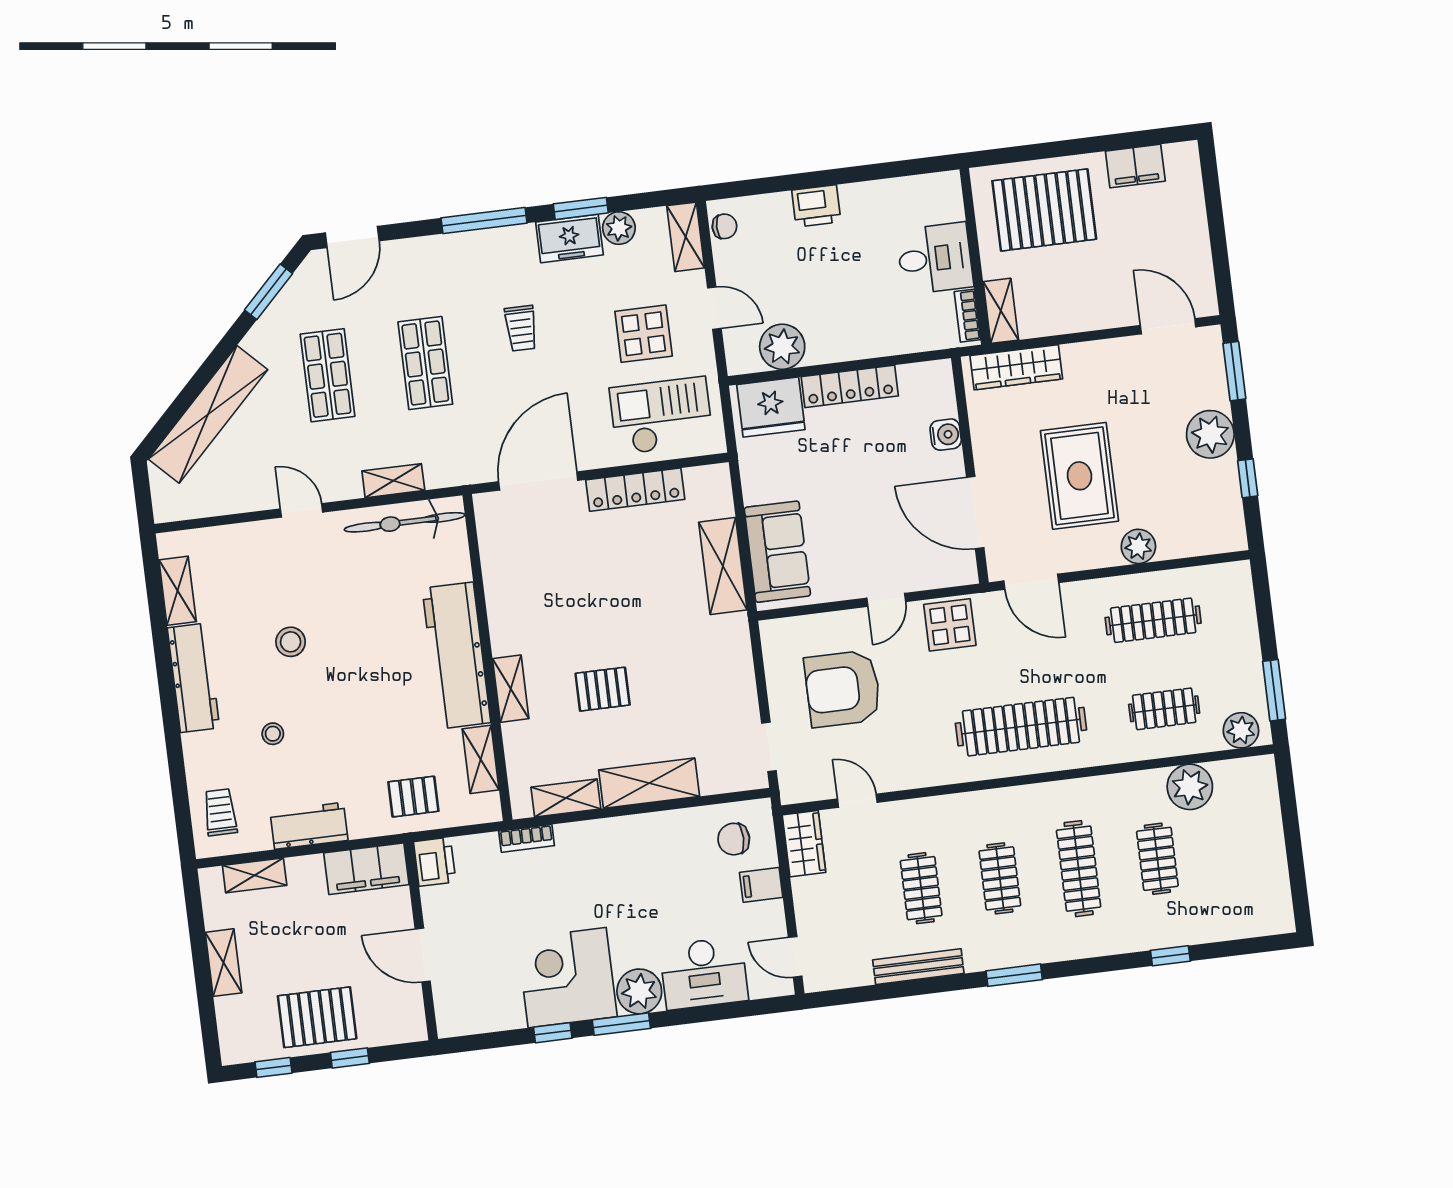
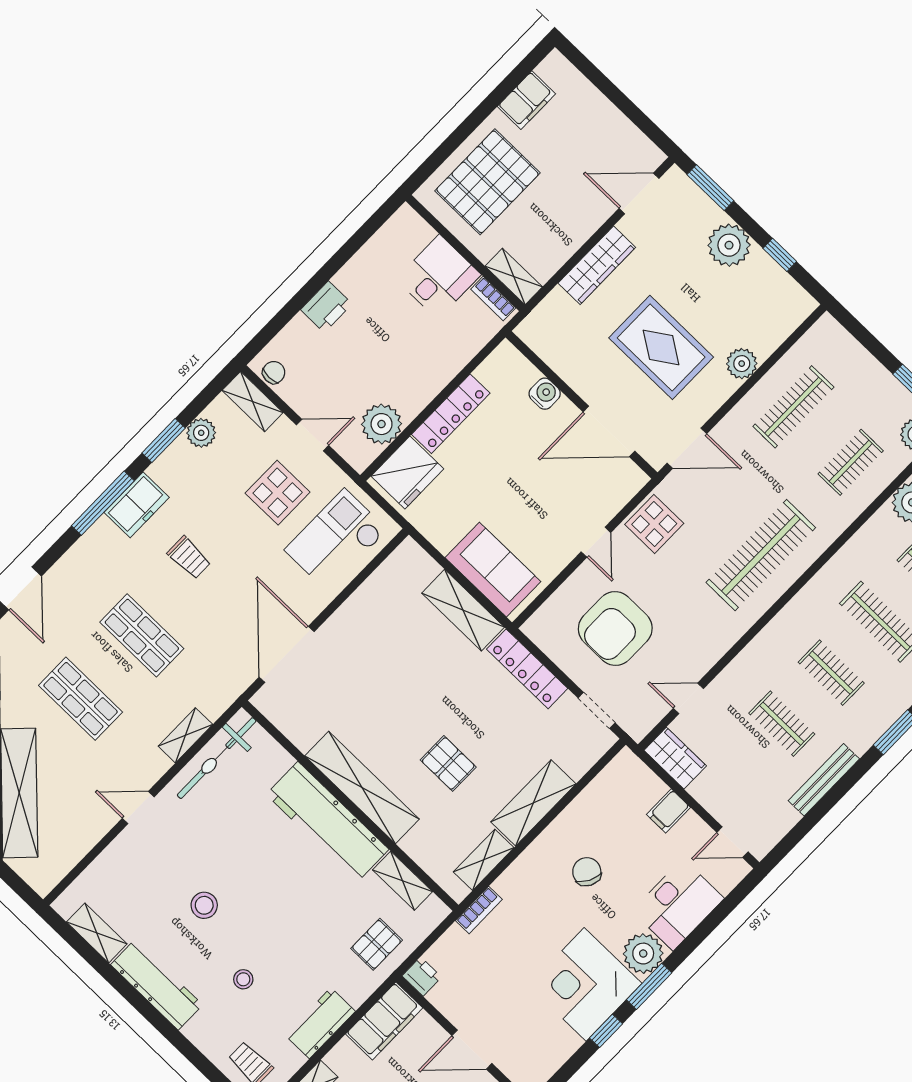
freezer: (569, 239) -> (137, 505), moved
wardrobe: (1016, 367) -> (597, 265), moved
locker: (635, 490) -> (527, 669), moved, turned 90
shelving: (511, 689) -> (362, 787), width x2.20, depth x1.33
pallet: (603, 689) -> (448, 763), turned 90
chair: (734, 839) -> (587, 872), moved, turned 118
printer: (435, 862) -> (422, 976), width x0.73, depth x0.81

